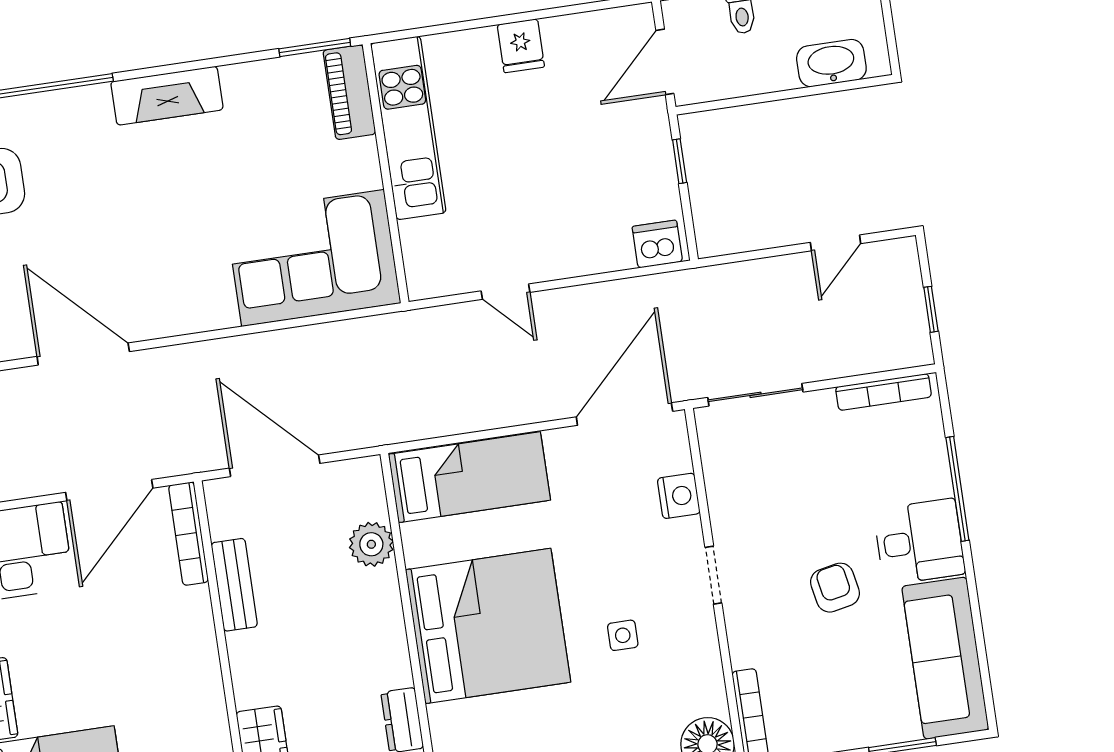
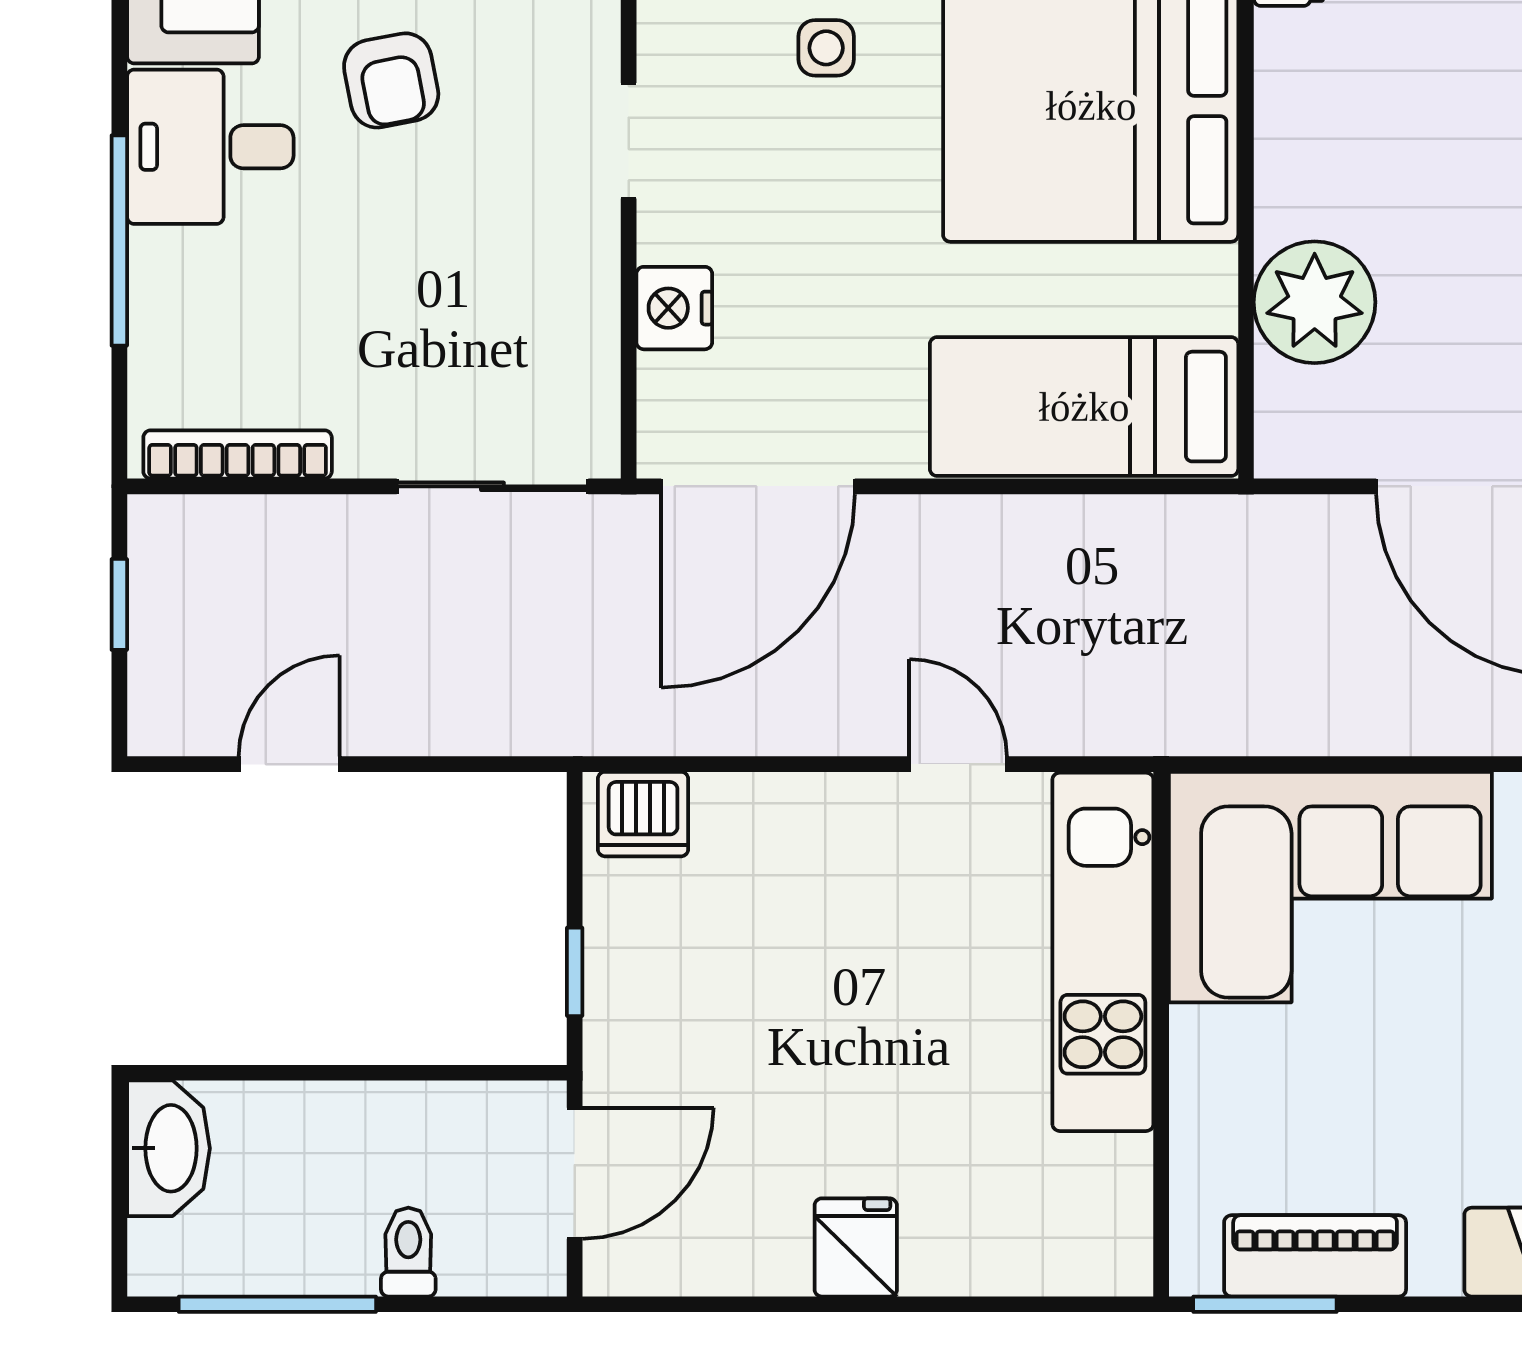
washbasin: (831, 63) -> (168, 1148), moved, turned -90
piano: (349, 92) -> (1315, 1256), moved, turned -90
kitchen unit: (408, 128) -> (1103, 952), moved
plant: (371, 544) -> (1315, 302), width x1.36, depth x1.36

